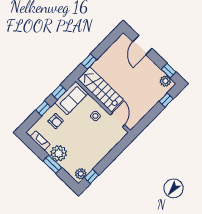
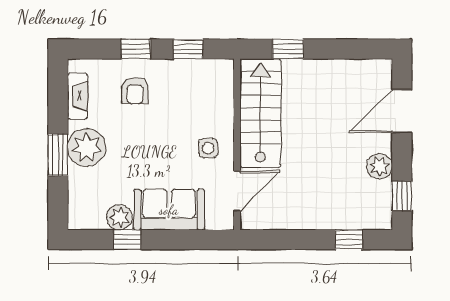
plant: (165, 81) -> (379, 166), moved
sofa: (71, 98) -> (169, 210), moved, turned 180
plant: (81, 174) -> (119, 217), moved
window: (92, 176) -> (127, 240), moved

